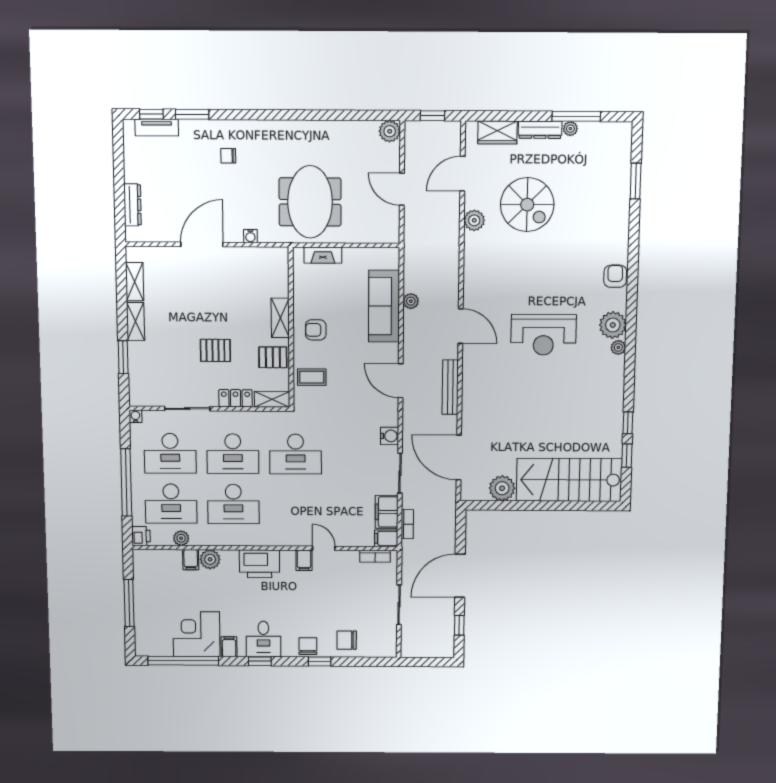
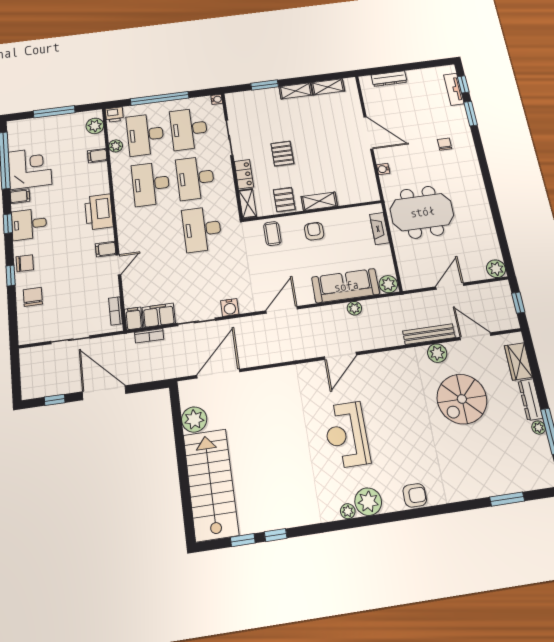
plant: (389, 258) -> (388, 284), added
bench: (450, 387) -> (429, 334), moved
plant: (210, 559) -> (95, 126), moved

